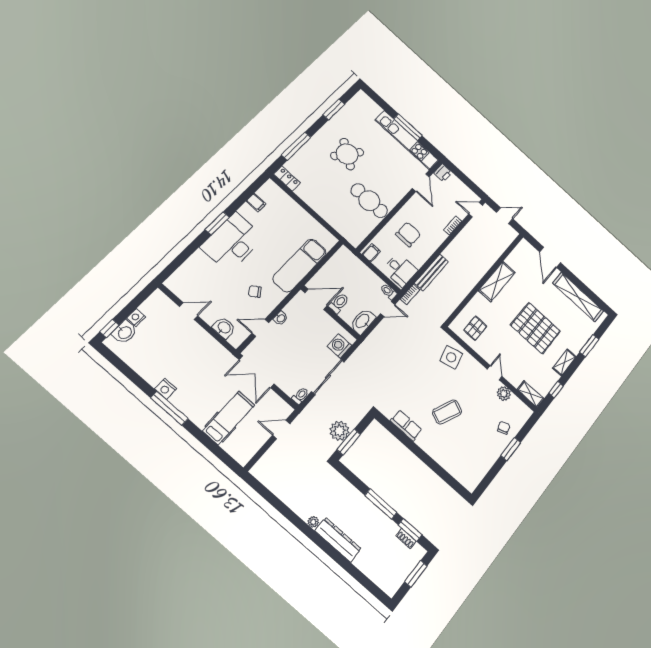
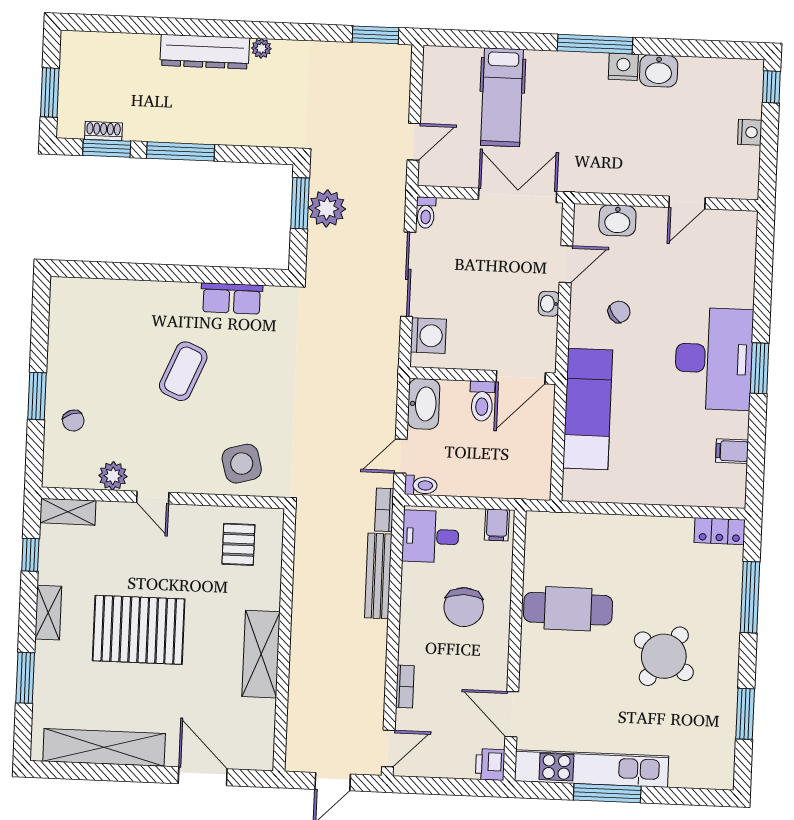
washbasin: (124, 332) -> (659, 71), moved, turned -90
window: (260, 489) -> (375, 35), added

